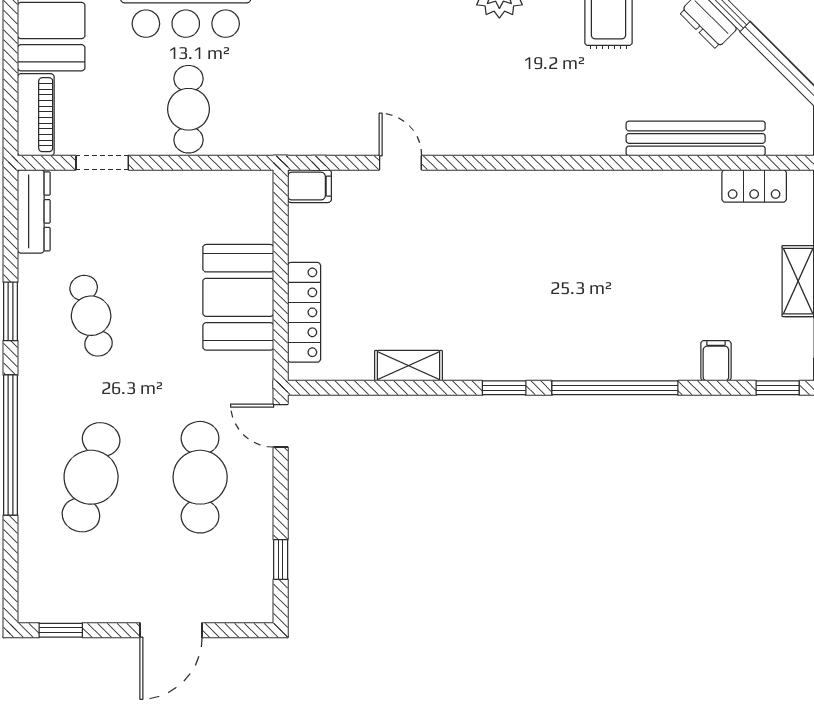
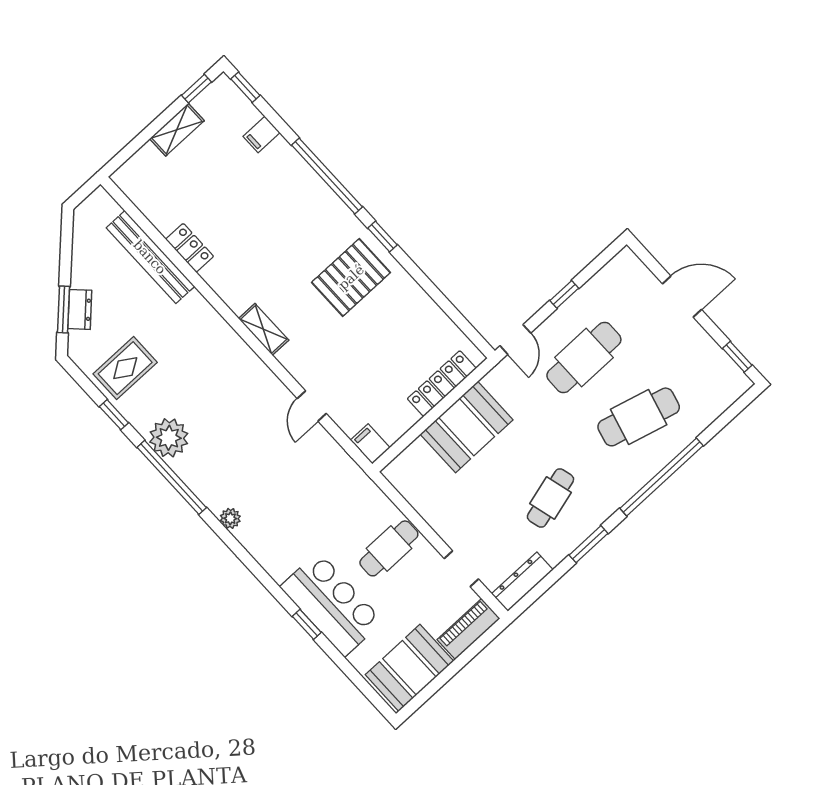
locker: (754, 186) -> (190, 248), moved
pallet: (492, 319) -> (351, 277), added
shelving: (409, 366) -> (264, 329), moved
window: (281, 560) -> (564, 294), moved

